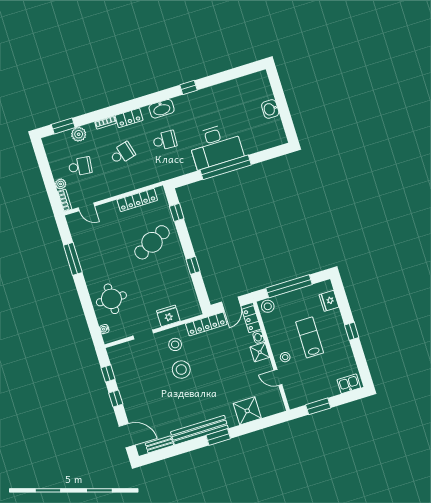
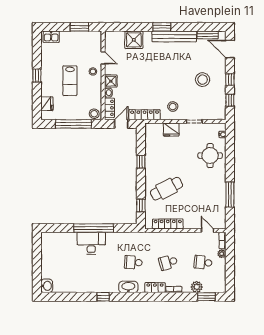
washbasin: (270, 109) -> (47, 286), moved
desk: (216, 146) -> (91, 243), width x0.73, depth x0.77
stool: (181, 370) -> (203, 80), moved

